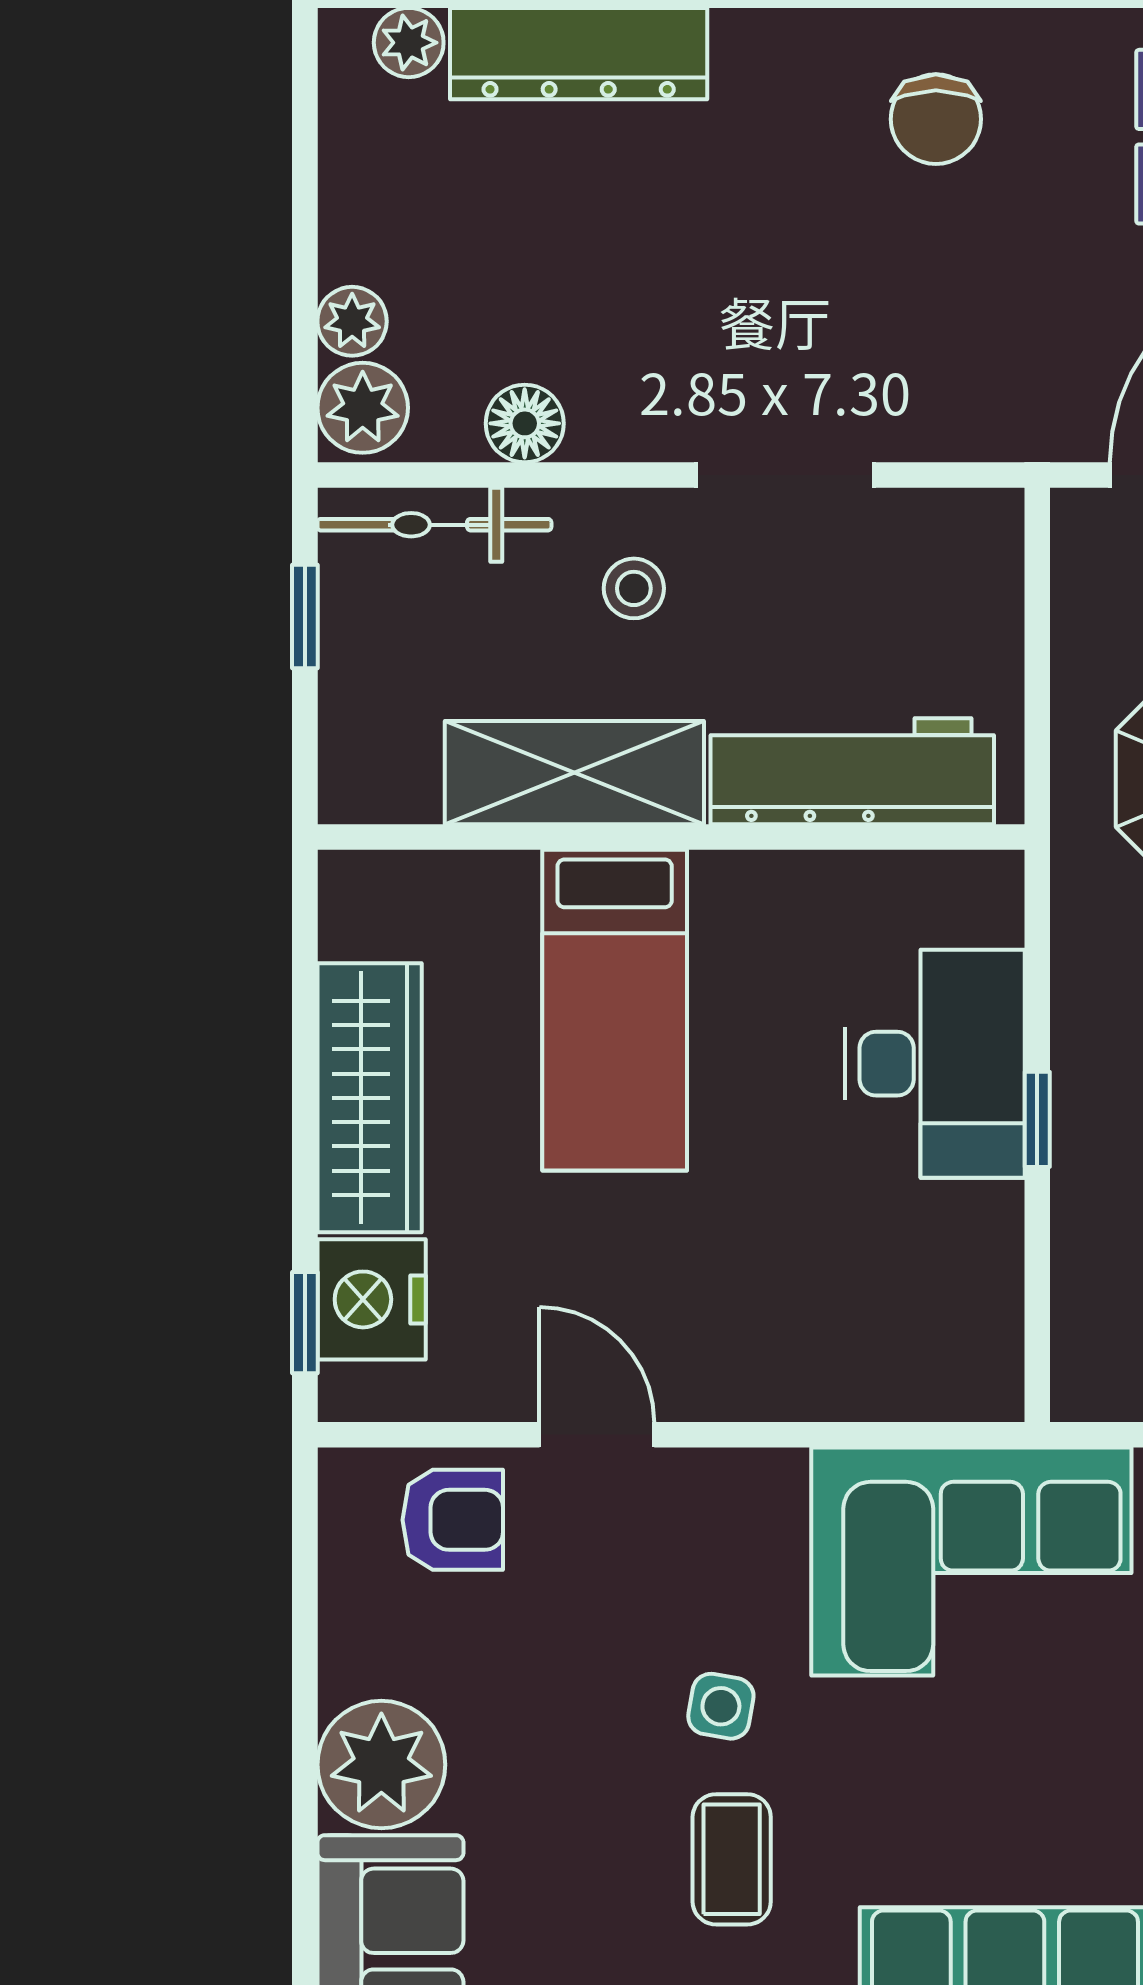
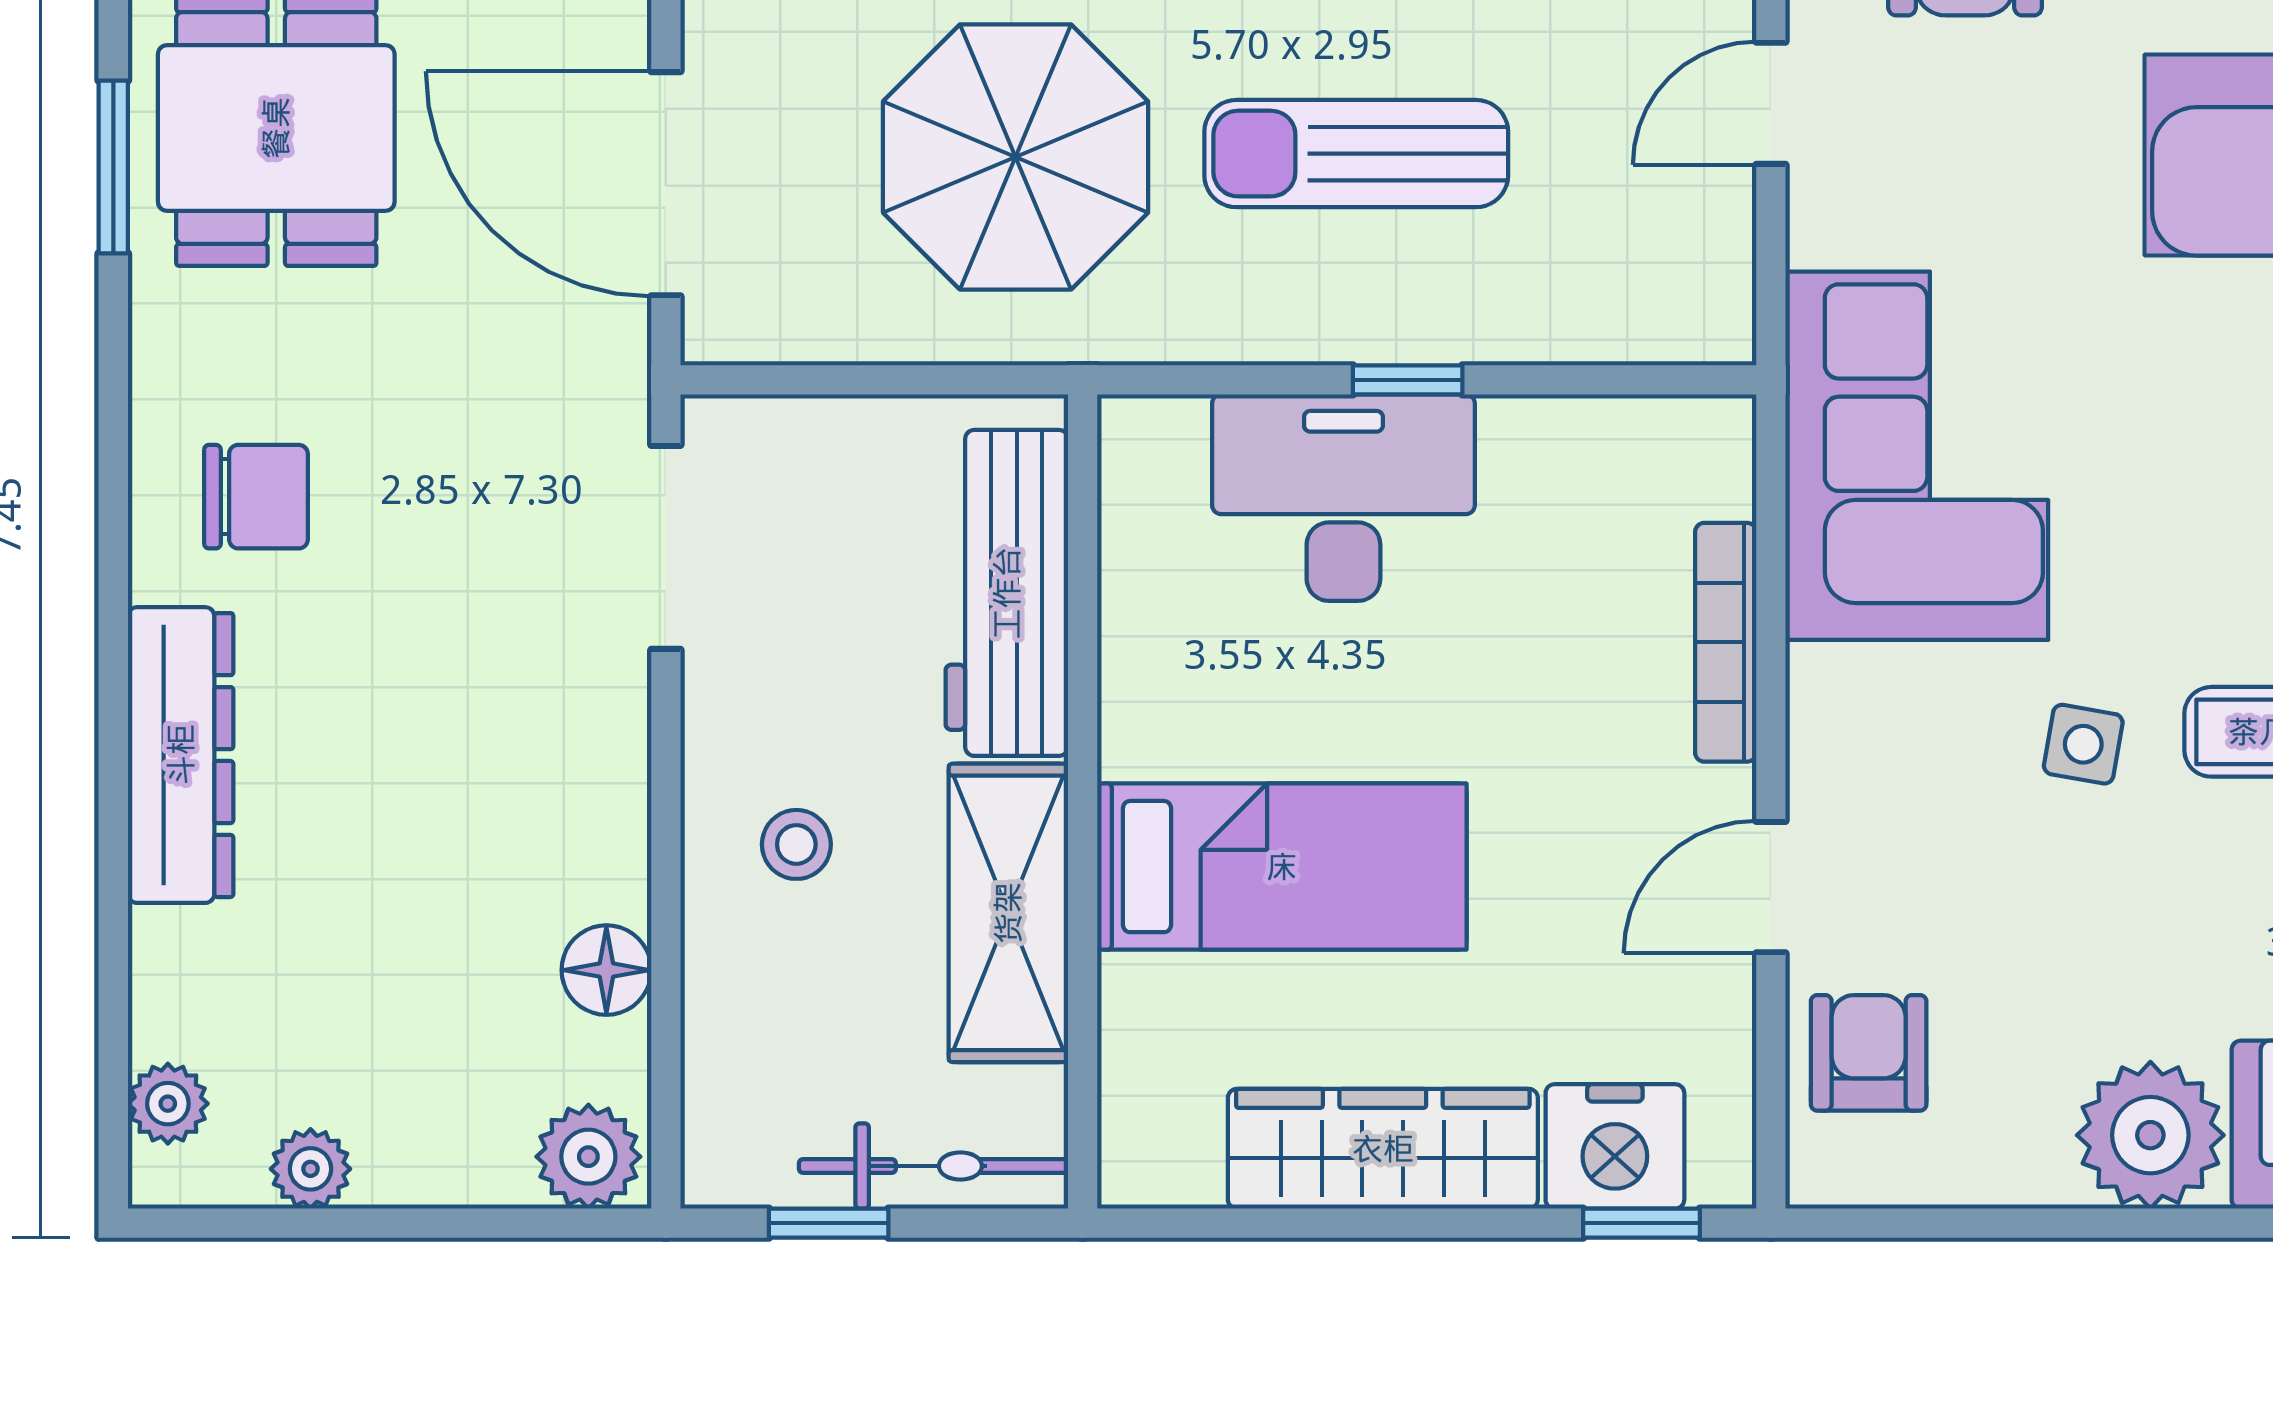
dresser: (579, 54) -> (181, 755), moved
plant: (352, 321) -> (310, 1169), moved
doorway: (785, 475) -> (666, 547), moved
bicycle: (434, 525) -> (933, 1166), moved, turned -90
bookcase: (809, 1396) -> (1726, 642), added

